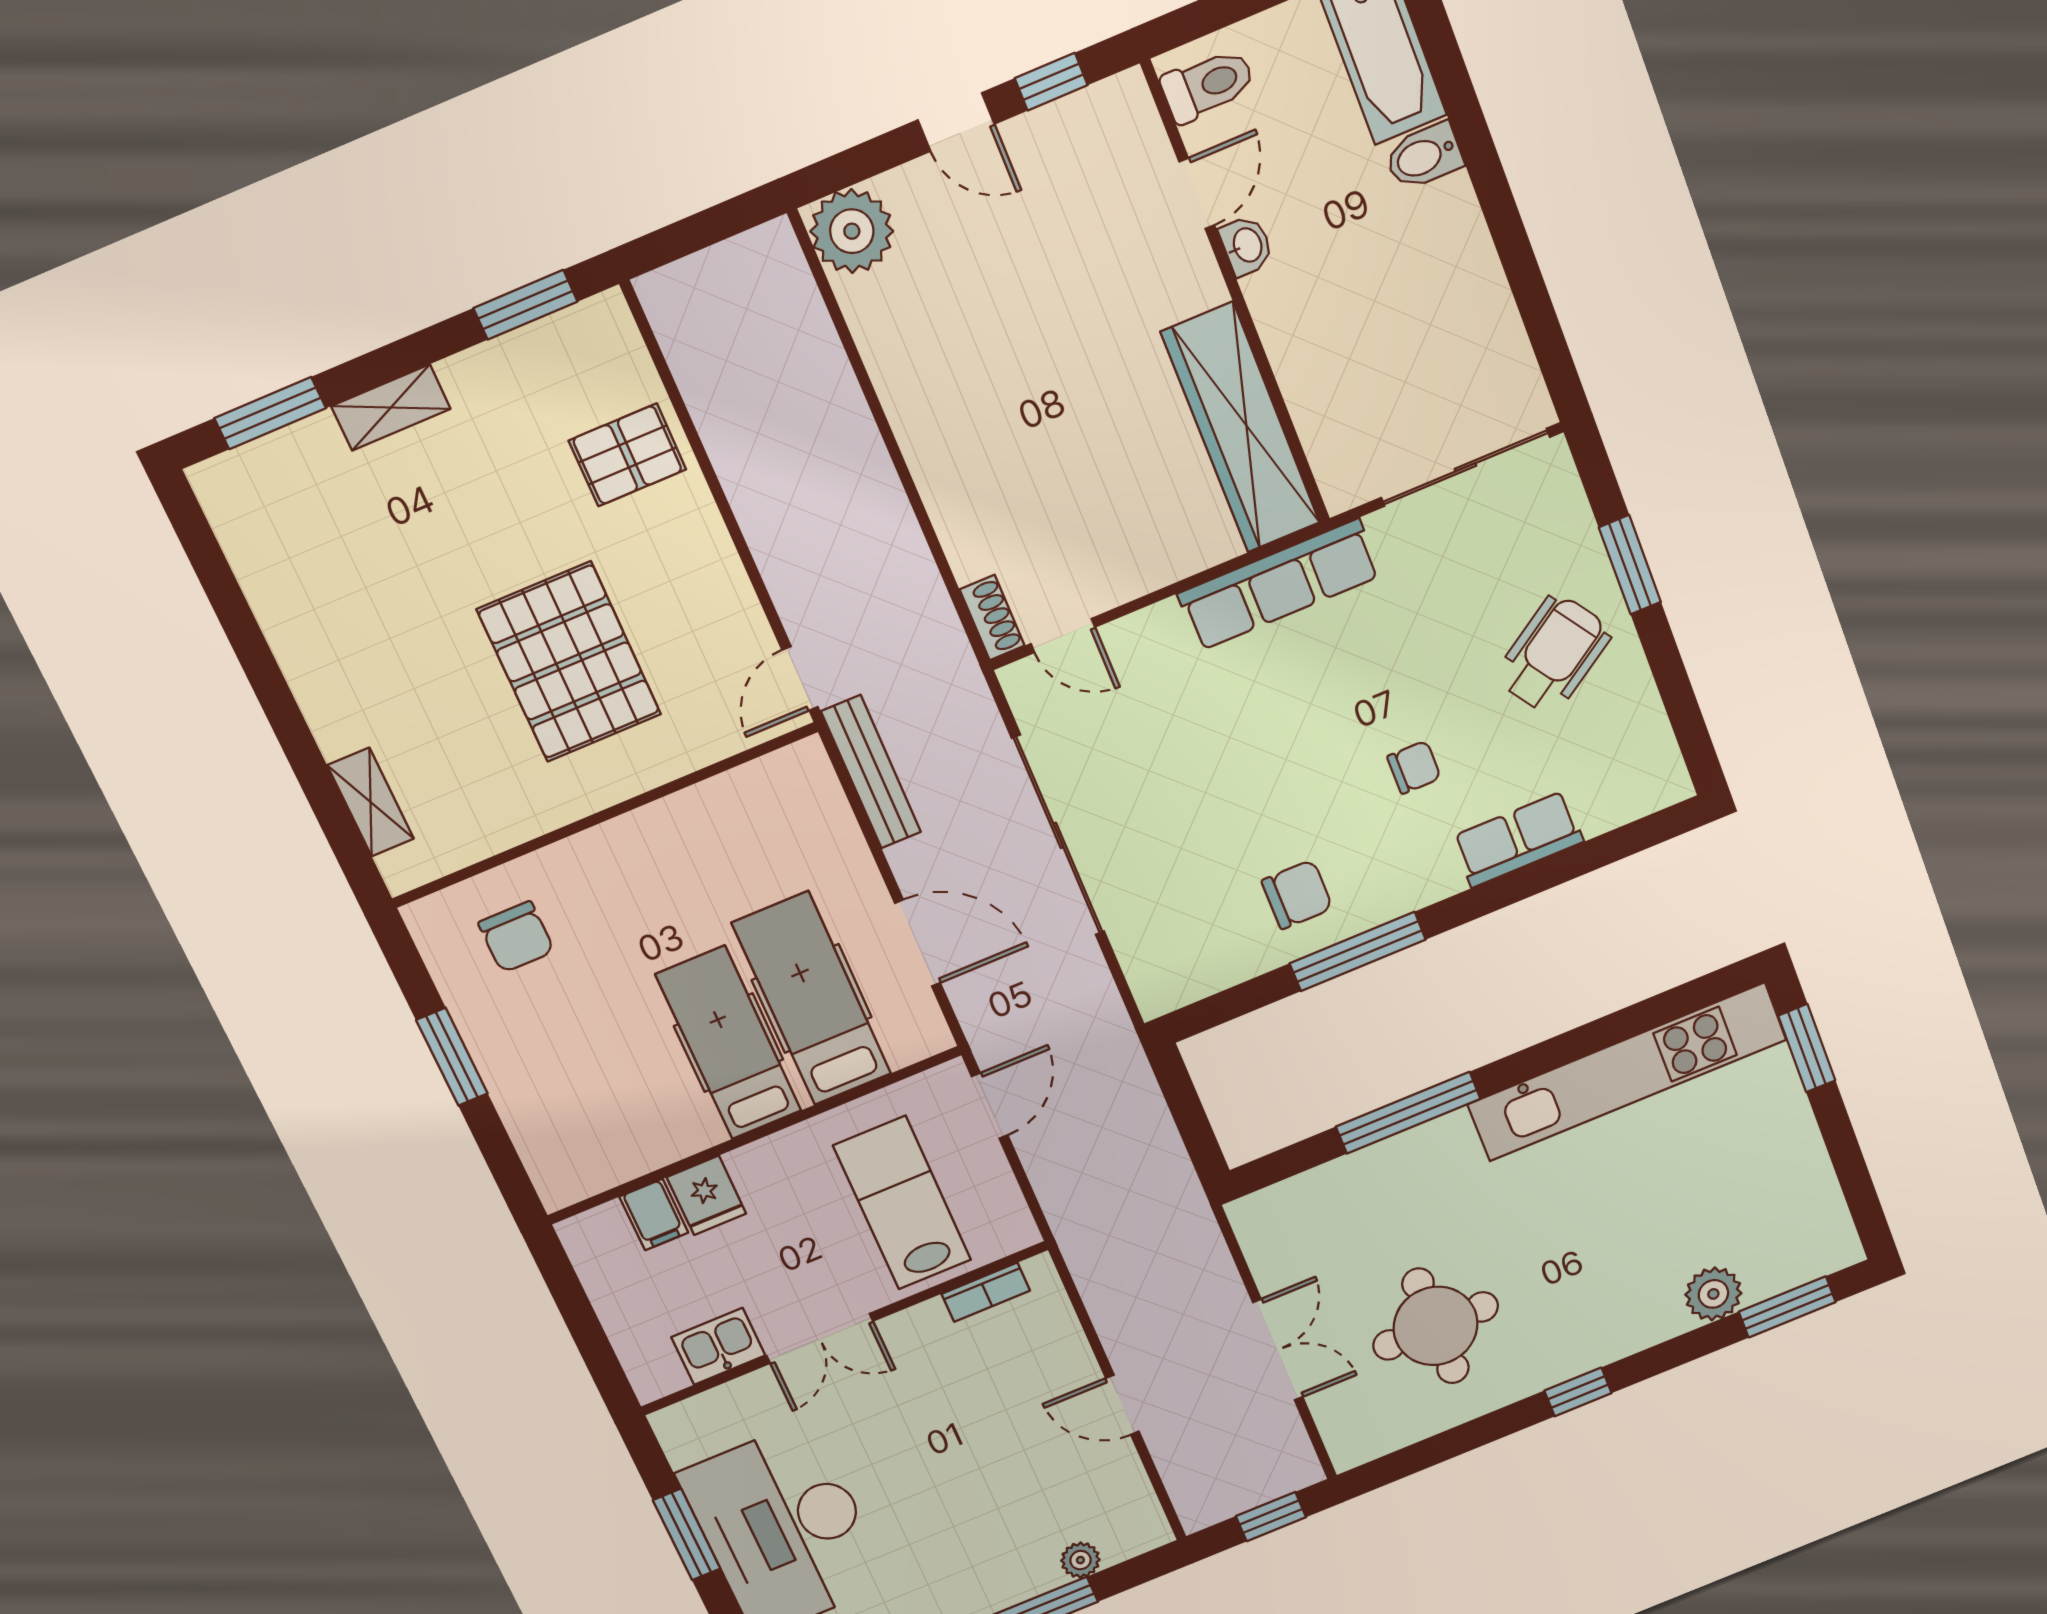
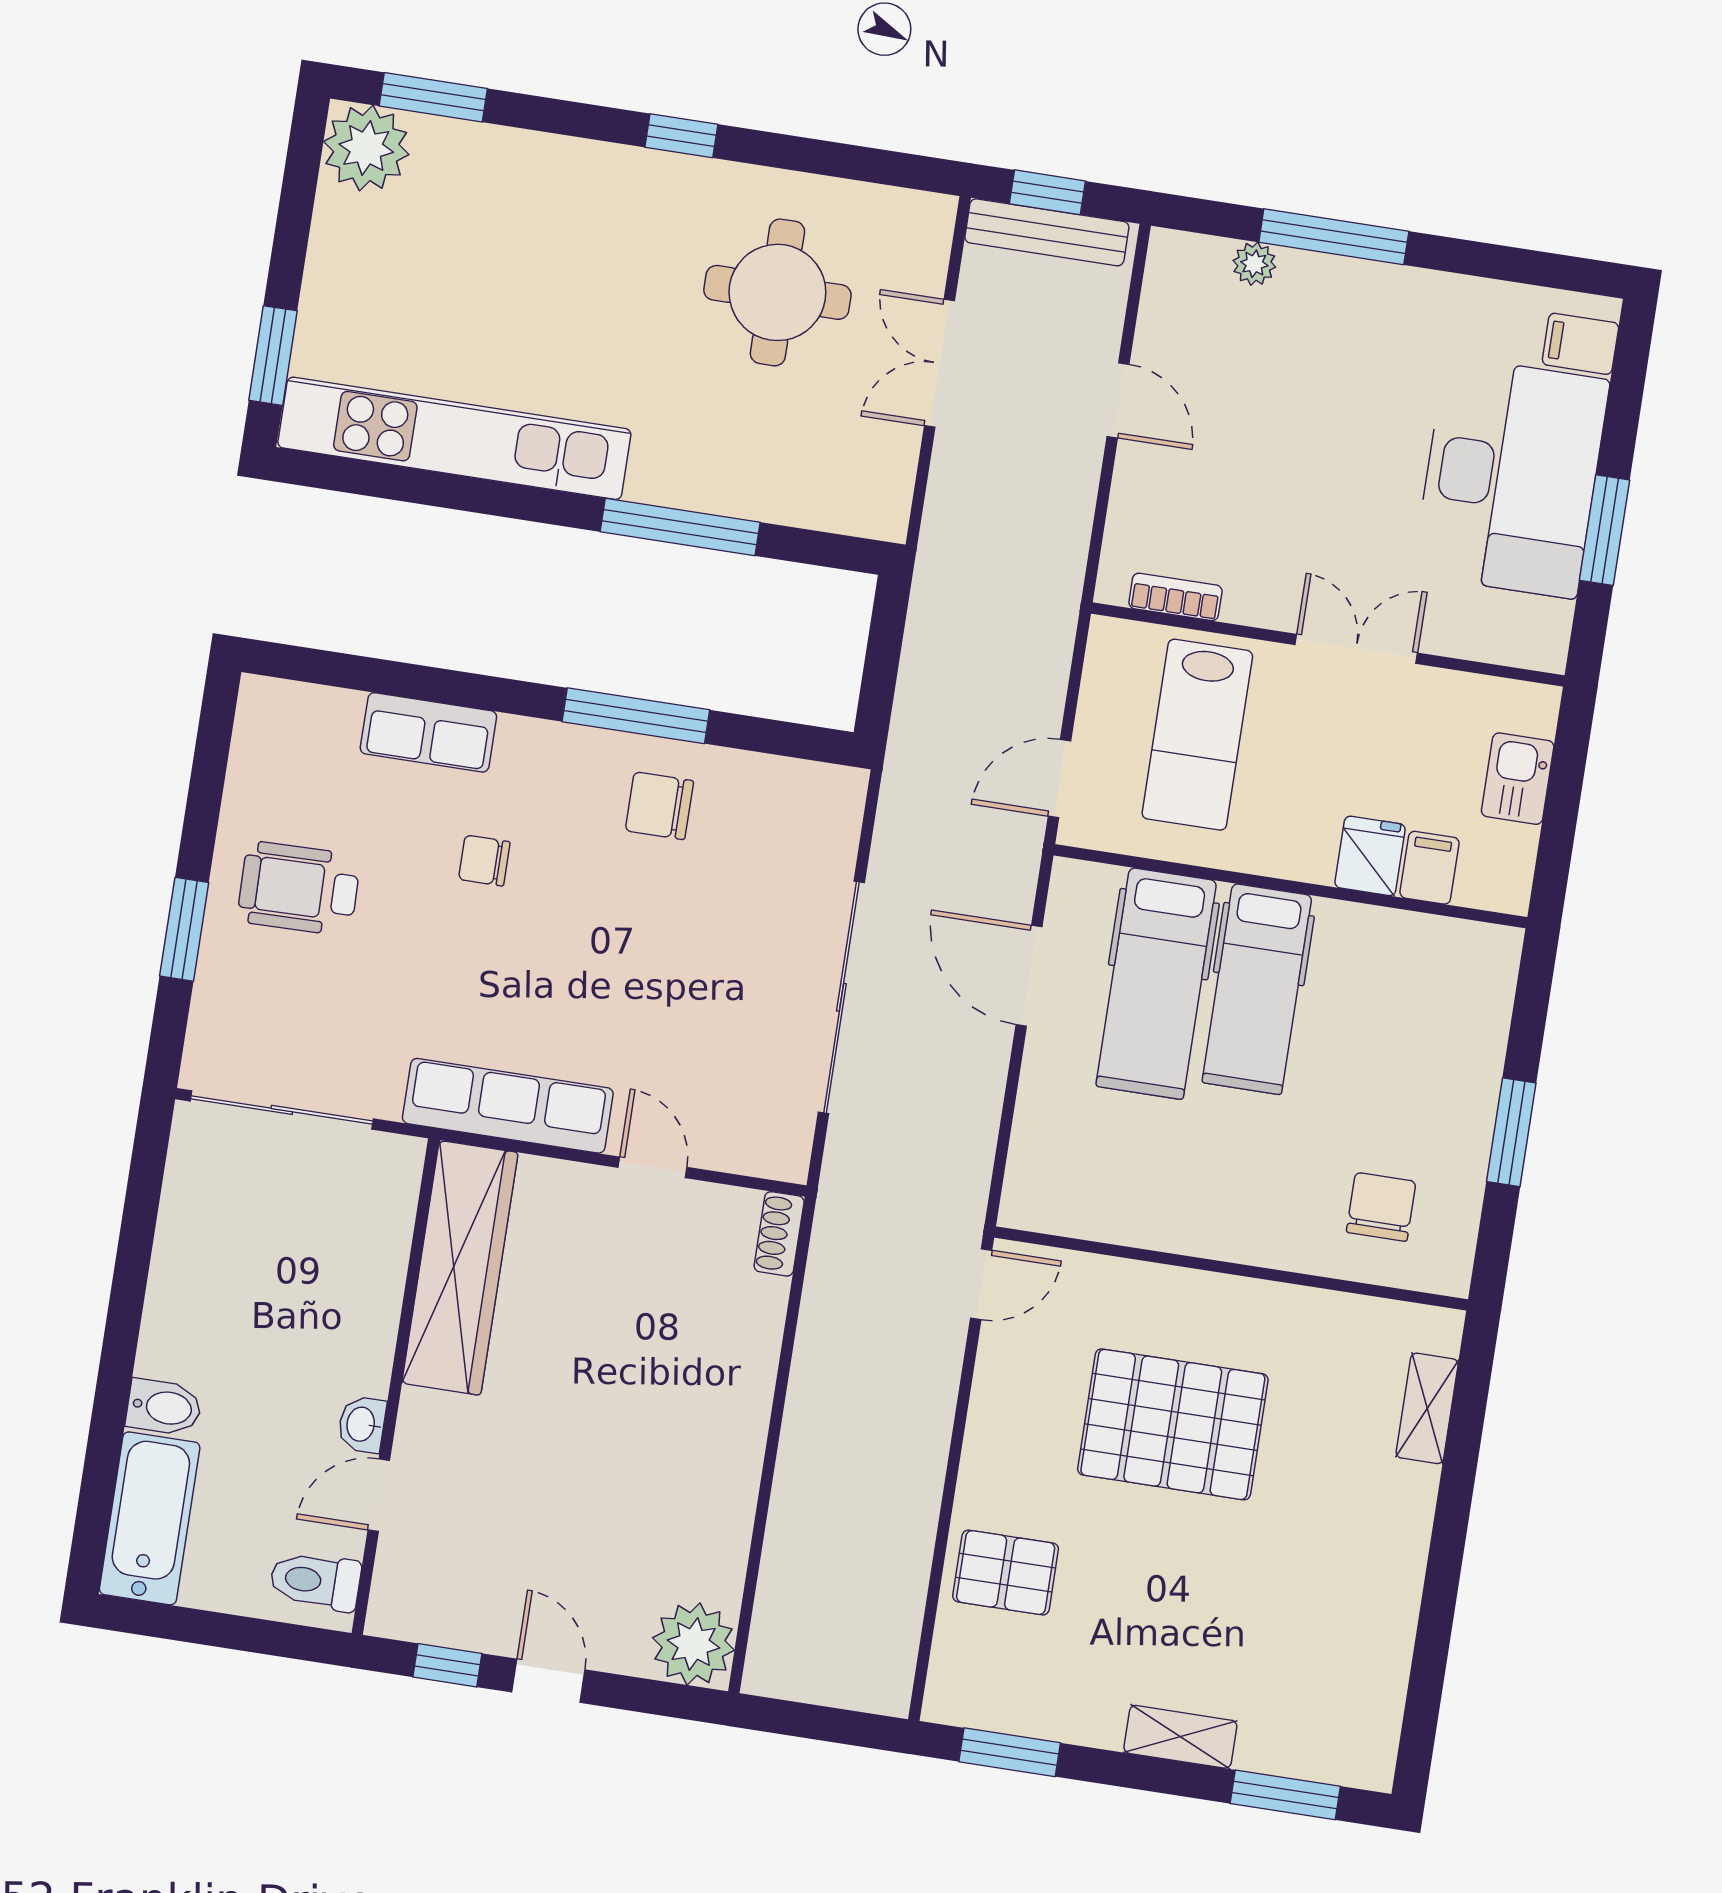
door: (1063, 635) -> (653, 1167), moved
wheelchair: (1553, 654) -> (299, 888), turned 33
pallet: (569, 662) -> (1173, 1424), turned 90
bench: (871, 772) -> (1047, 232), moved, turned 90
plant: (1713, 1294) -> (366, 148), moved, width x1.36, depth x1.36
kitchen sink: (718, 1346) -> (1518, 779), moved, turned 90

